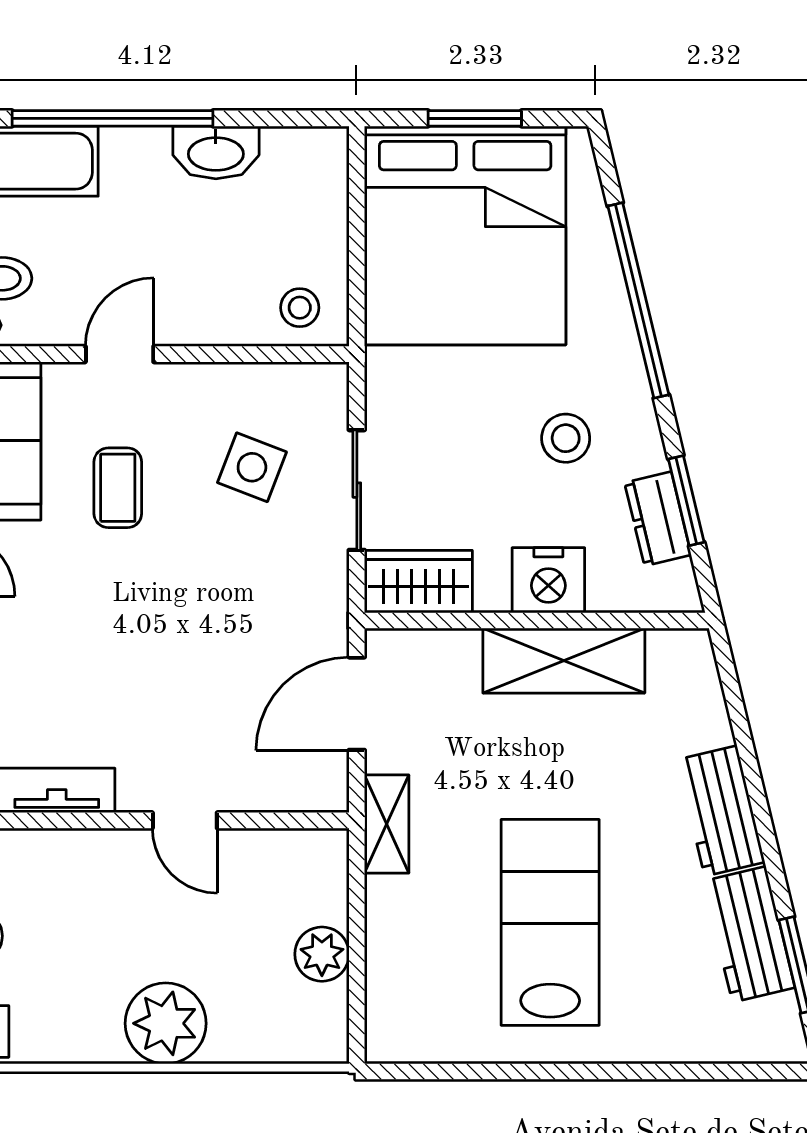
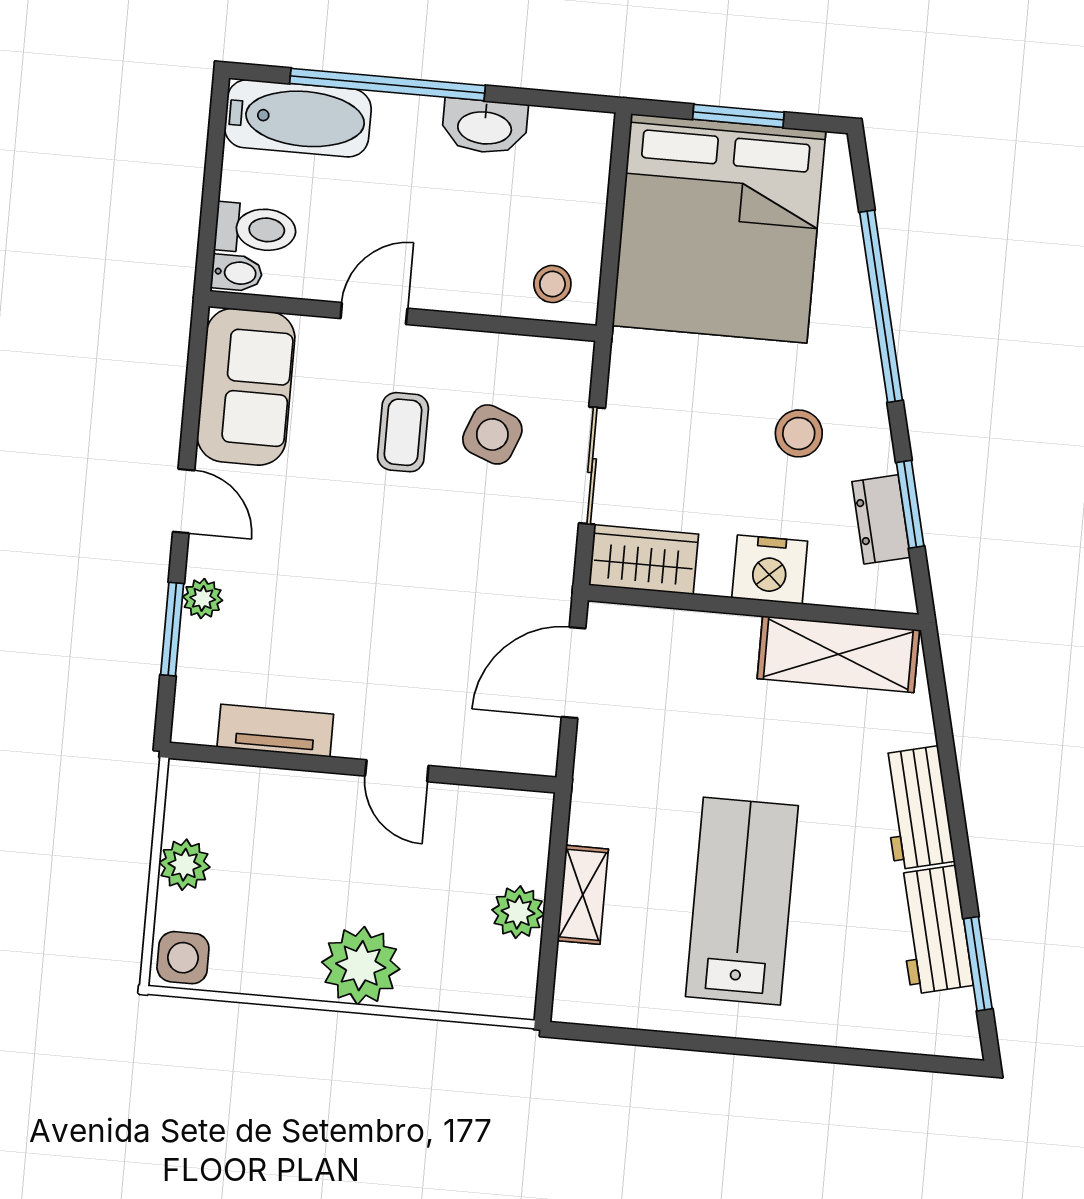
coffee table: (118, 488) -> (403, 432), moved
shelving: (564, 661) -> (838, 654), moved
shelving: (387, 824) -> (583, 895), moved

